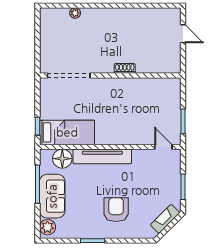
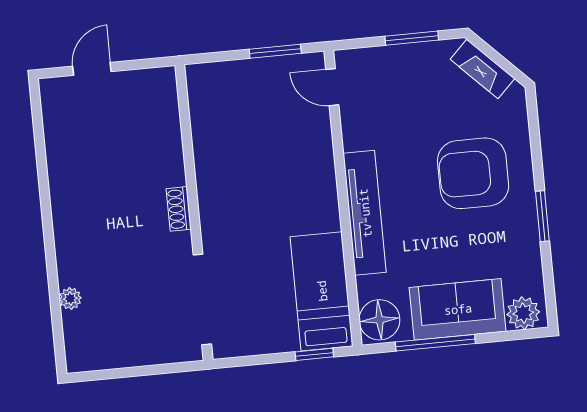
shoe rack: (125, 68) -> (179, 209), moved
door: (163, 147) -> (332, 87), hinge flipped
floor lamp: (62, 159) -> (380, 320), moved
armchair: (116, 210) -> (473, 173), width x1.36, depth x1.36

